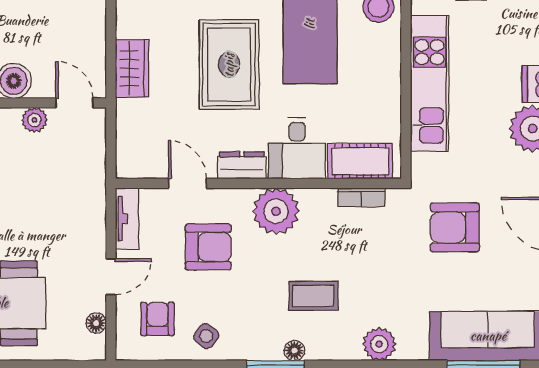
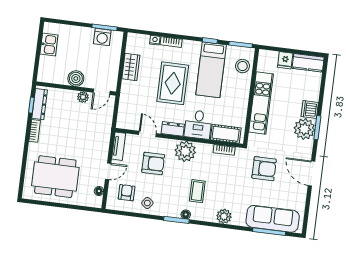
wardrobe: (132, 68) -> (131, 67), moved
door: (74, 103) -> (102, 92), swing flipped
armchair: (455, 227) -> (264, 169), turned 180
coffee table: (313, 296) -> (197, 191), turned 90

